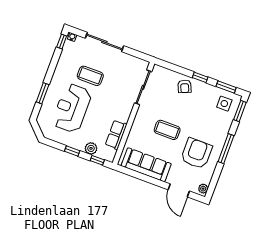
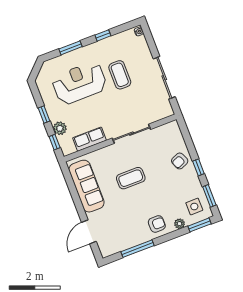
window: (62, 41) -> (103, 35), moved
sliding door: (104, 42) -> (164, 78), moved
sliding door: (143, 87) -> (131, 134), moved
coffee table: (167, 130) -> (131, 178), turned 90
window: (226, 149) -> (138, 249), moved
armchair: (196, 153) -> (157, 224), moved, width x0.53, depth x0.53
plant: (203, 189) -> (179, 224), moved

